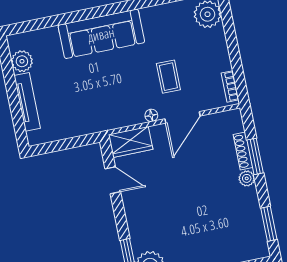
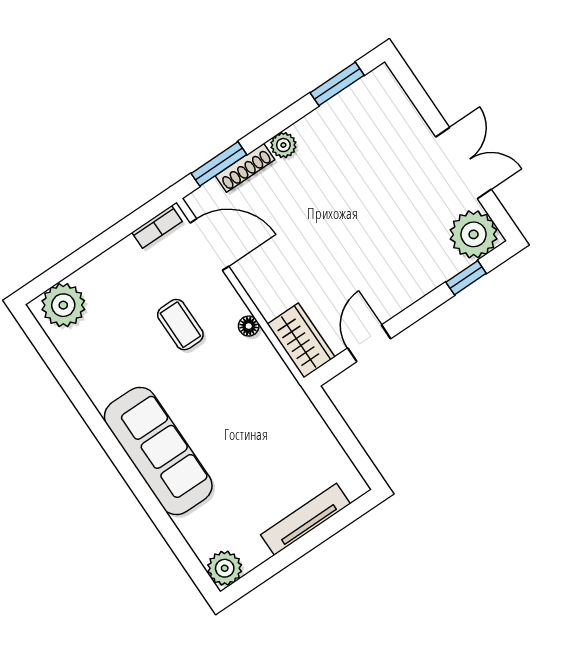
plant: (22, 61) -> (225, 568), moved
coffee table: (168, 77) -> (180, 325), turned 90
door: (183, 117) -> (210, 245), moved
window: (255, 156) -> (219, 164), moved

